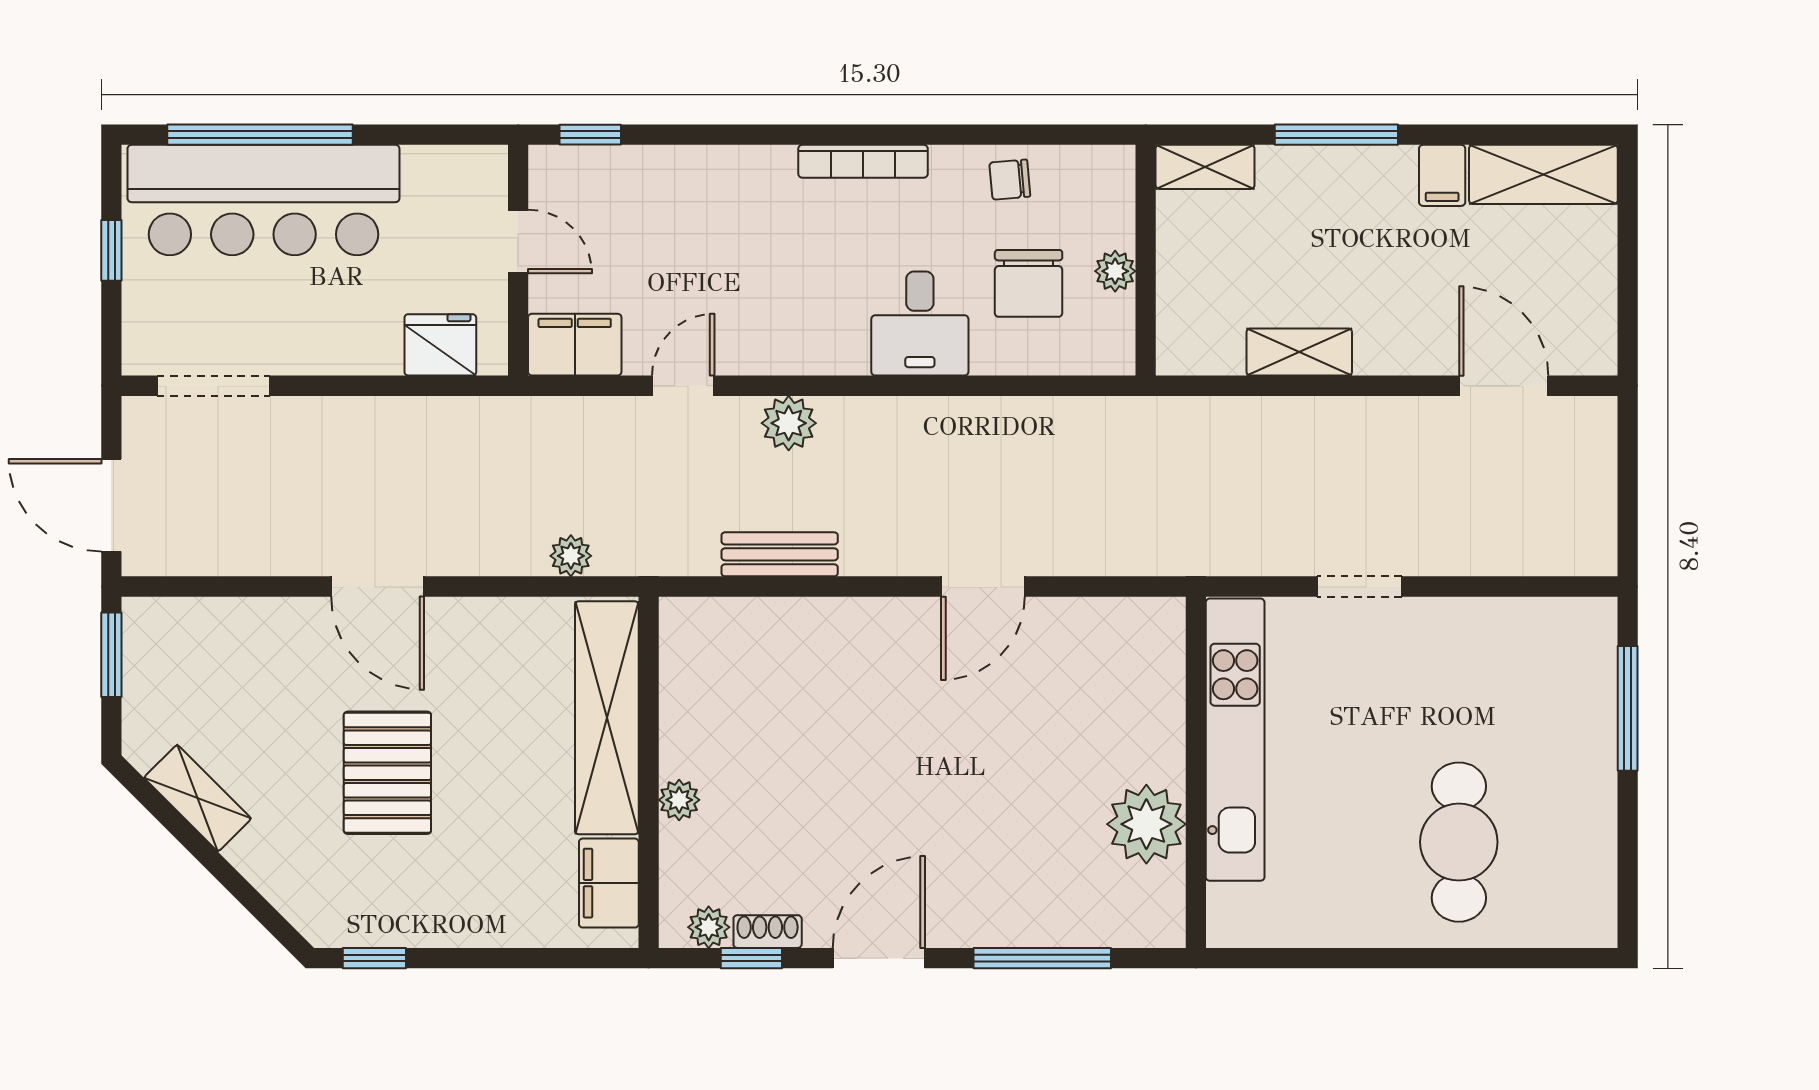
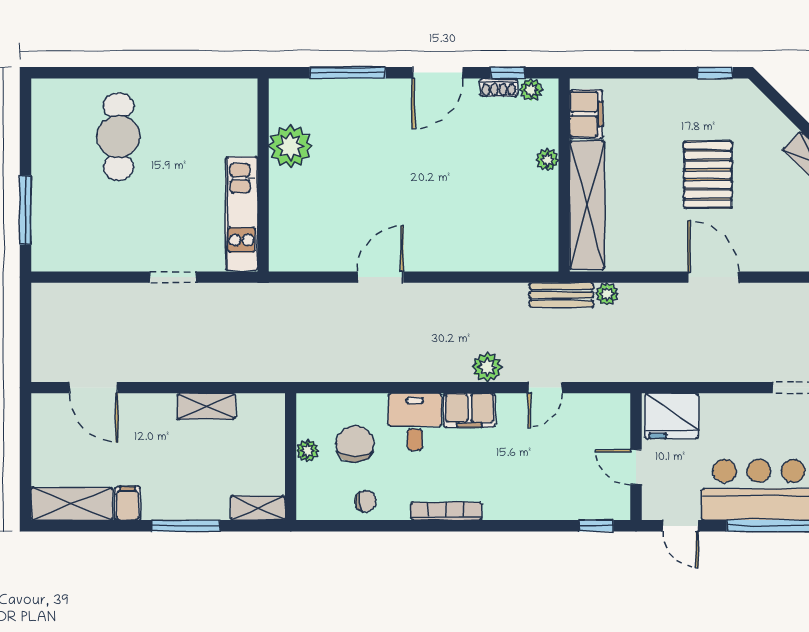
door: (437, 135) -> (680, 526), added
fridge: (440, 345) -> (672, 416), width x1.36, depth x1.34
filing cabinet: (575, 345) -> (469, 410), moved
bench: (780, 554) -> (561, 295), moved
kitchen unit: (1235, 740) -> (241, 214), width x0.73

